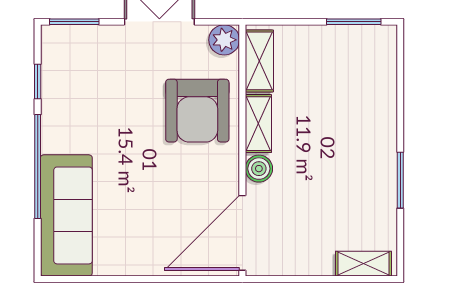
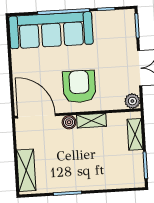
shelving: (259, 61) -> (135, 134), moved, turned 90
armchair: (197, 111) -> (79, 86), moved, turned 90
sofa: (66, 215) -> (51, 30), width x1.36, depth x1.27
shelving: (363, 264) -> (26, 170), width x1.50, depth x1.33

